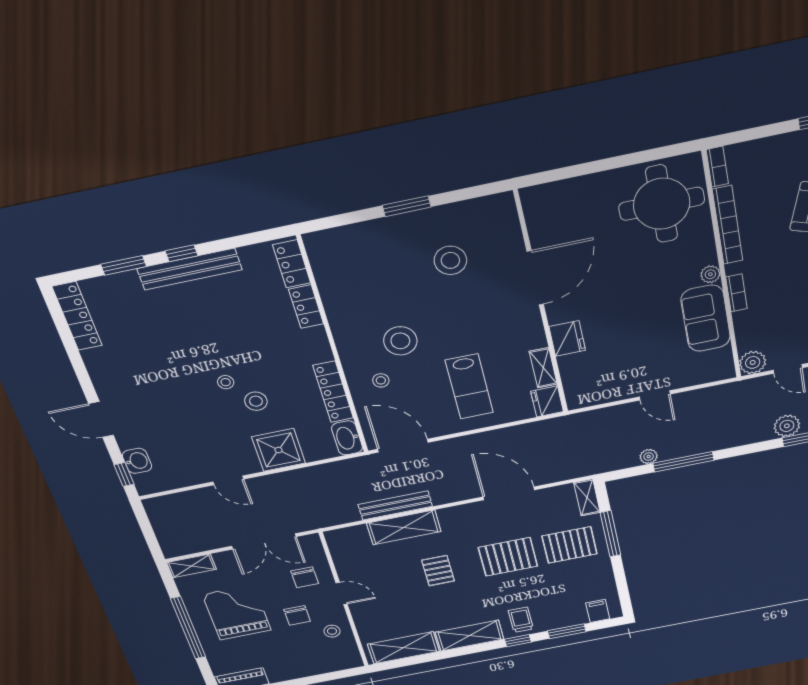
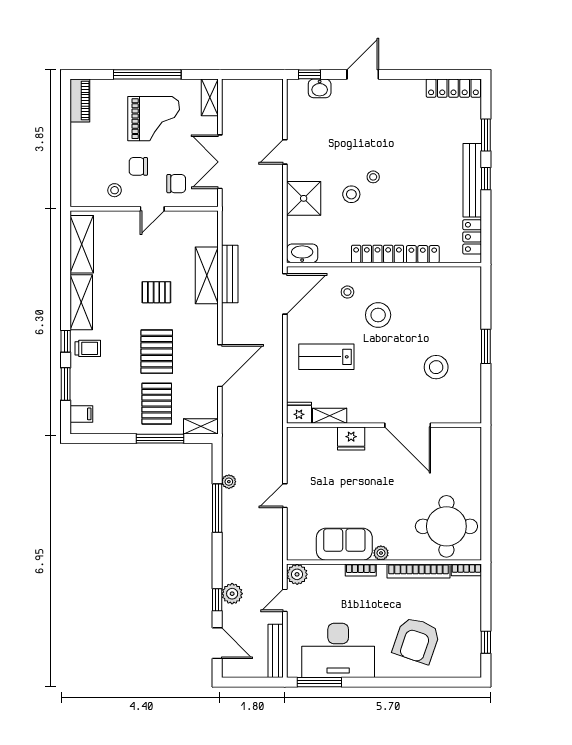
locker: (292, 264) -> (472, 237), moved, turned -90
locker: (333, 392) -> (377, 254), moved
chair: (305, 577) -> (176, 184), turned 180

